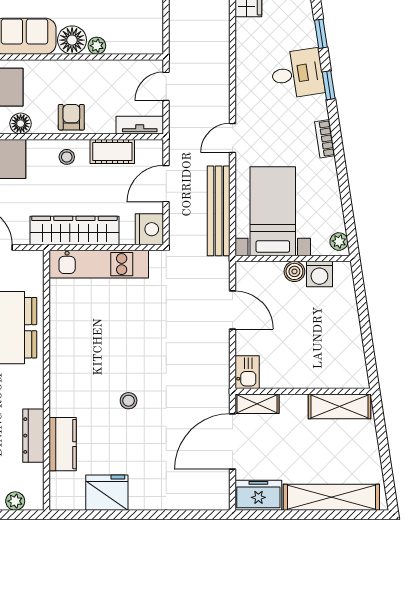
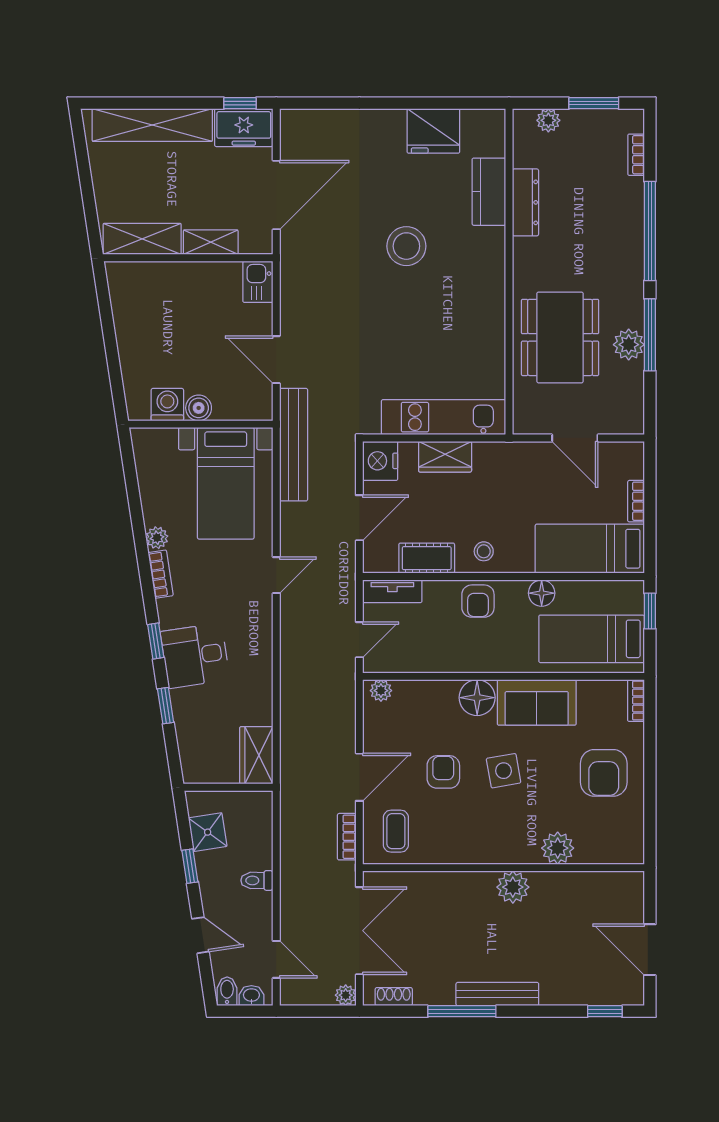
plant: (97, 46) -> (381, 691), moved
bench: (219, 211) -> (294, 445), moved
wardrobe: (74, 230) -> (445, 457), width x0.48, depth x0.85
plant: (339, 242) -> (157, 538), moved
stool: (129, 401) -> (406, 246), width x1.89, depth x1.89
shelving: (257, 404) -> (211, 242), moved
window: (261, 515) -> (240, 103), added

